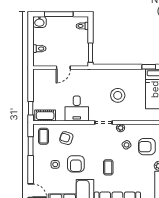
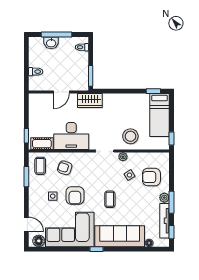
washbasin: (39, 22) -> (51, 43), moved
wardrobe: (90, 76) -> (90, 101), added
stool: (118, 95) -> (130, 136), moved
desk: (77, 109) -> (71, 136), width x1.37

